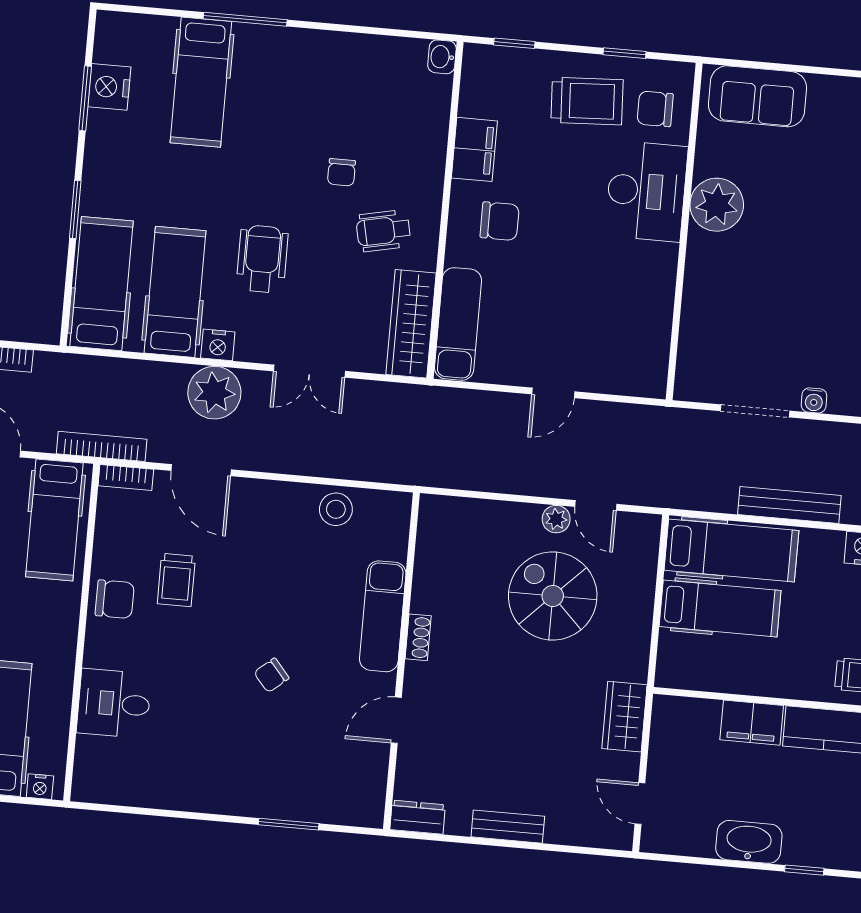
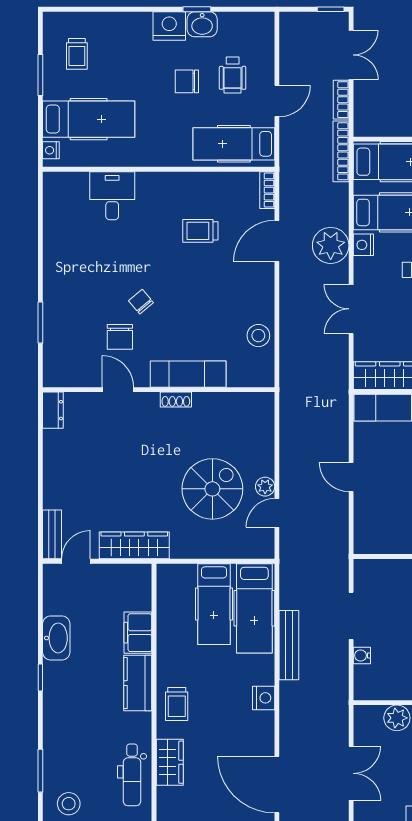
bookcase: (102, 446) -> (341, 151), moved, turned 180
chair: (115, 599) -> (120, 337), moved
wardrobe: (624, 717) -> (134, 545), width x1.50
bench: (508, 827) -> (52, 534), moved

